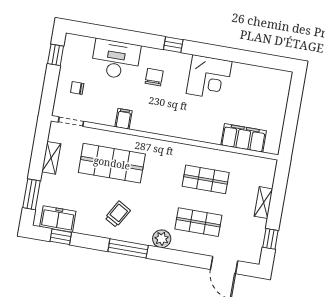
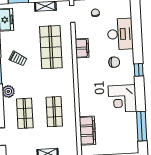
window: (255, 59) -> (142, 126), added
filing cabinet: (124, 119) -> (82, 48), width x2.00

